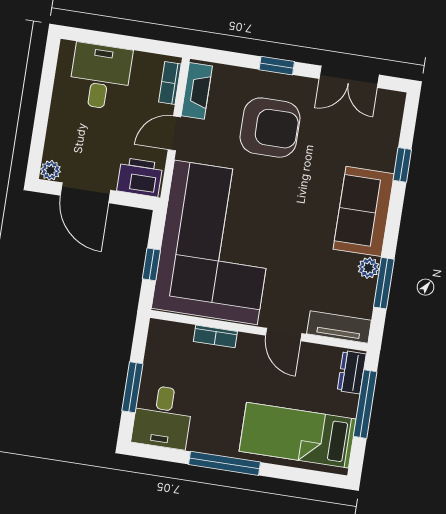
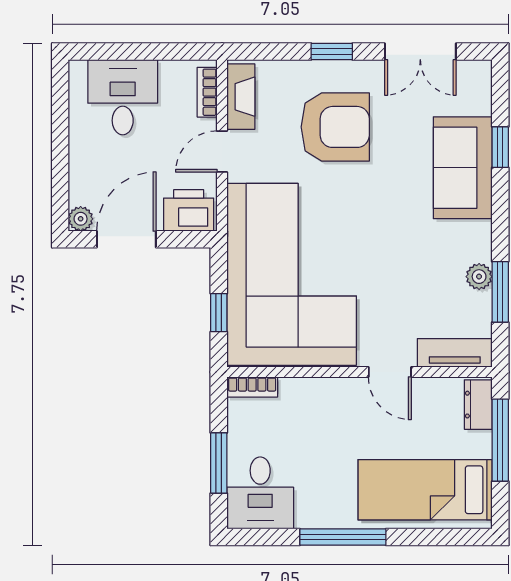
door: (85, 193) -> (126, 239), swing flipped
sofa: (364, 211) -> (463, 168), moved
bookcase: (215, 336) -> (252, 387), moved

